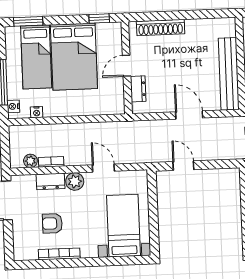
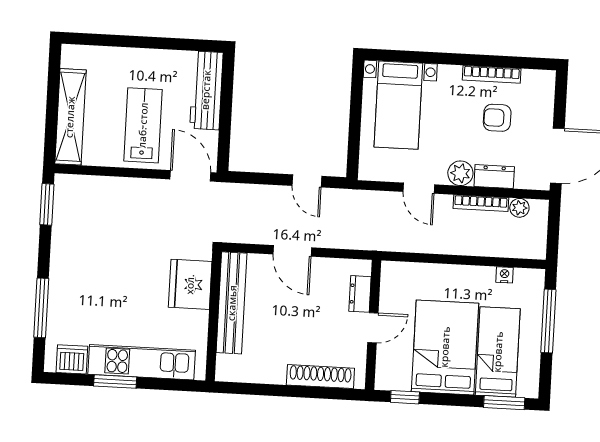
nightstand: (13, 106) -> (536, 286), removed
bookcase: (51, 162) -> (481, 203), width x1.56
armchair: (52, 223) -> (497, 118), turned 180

